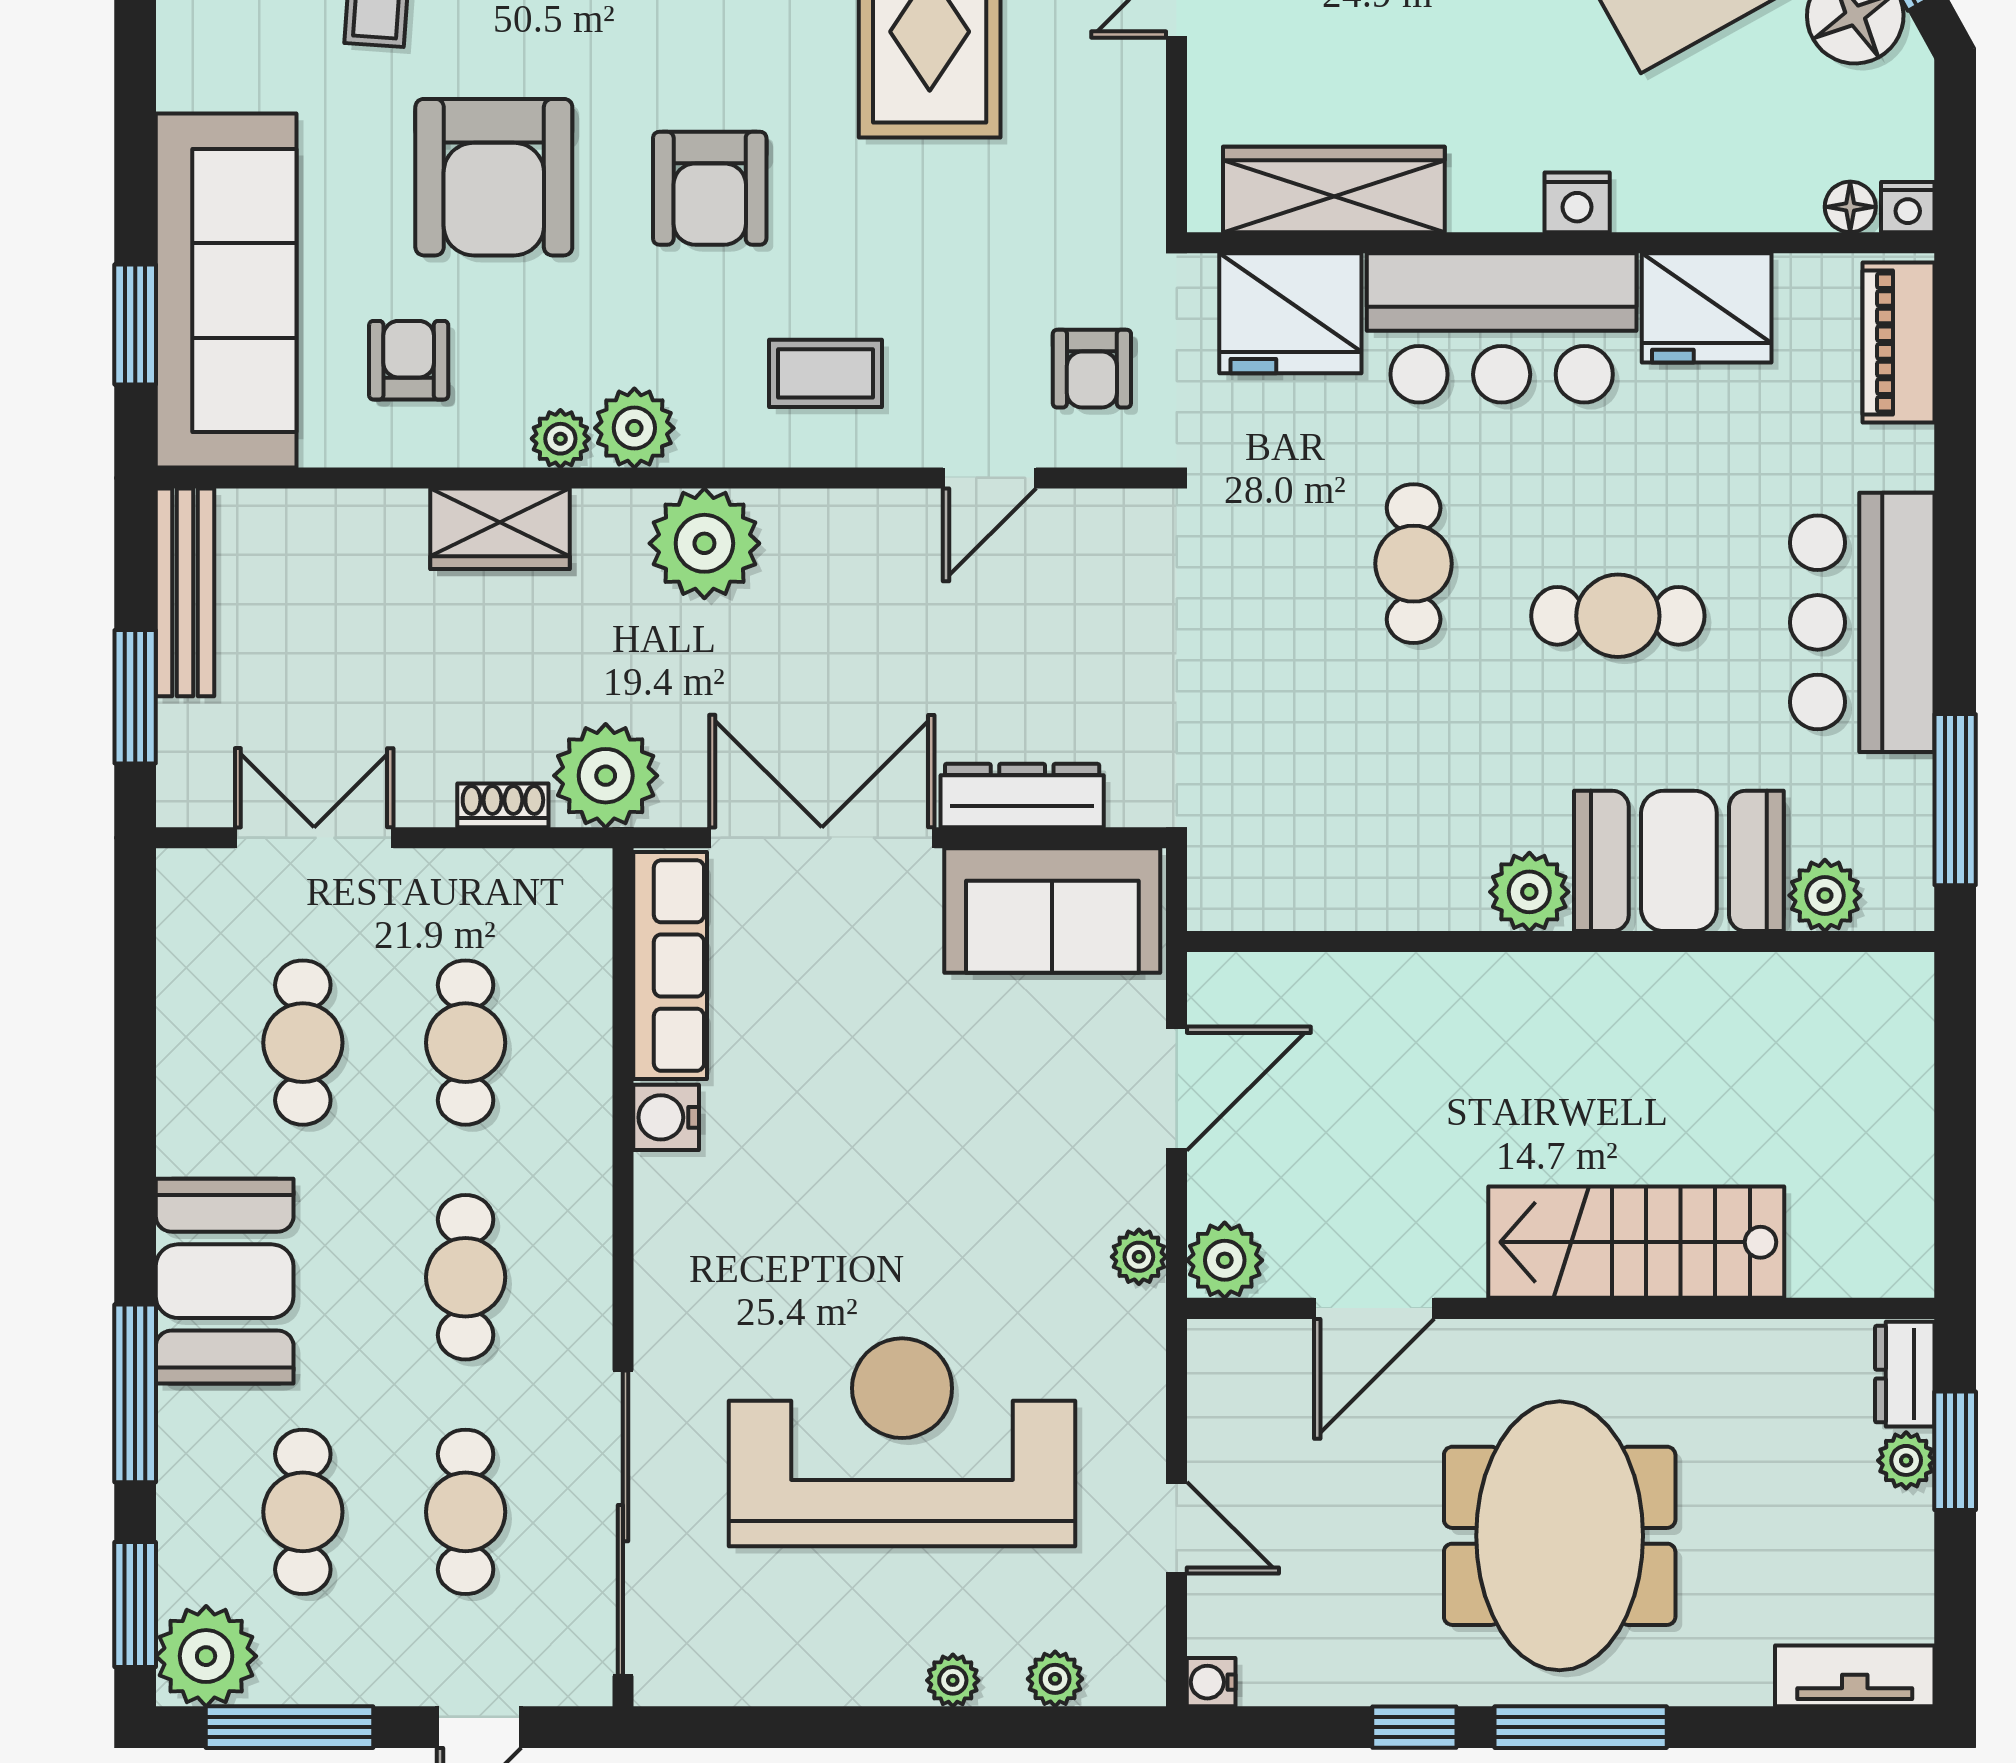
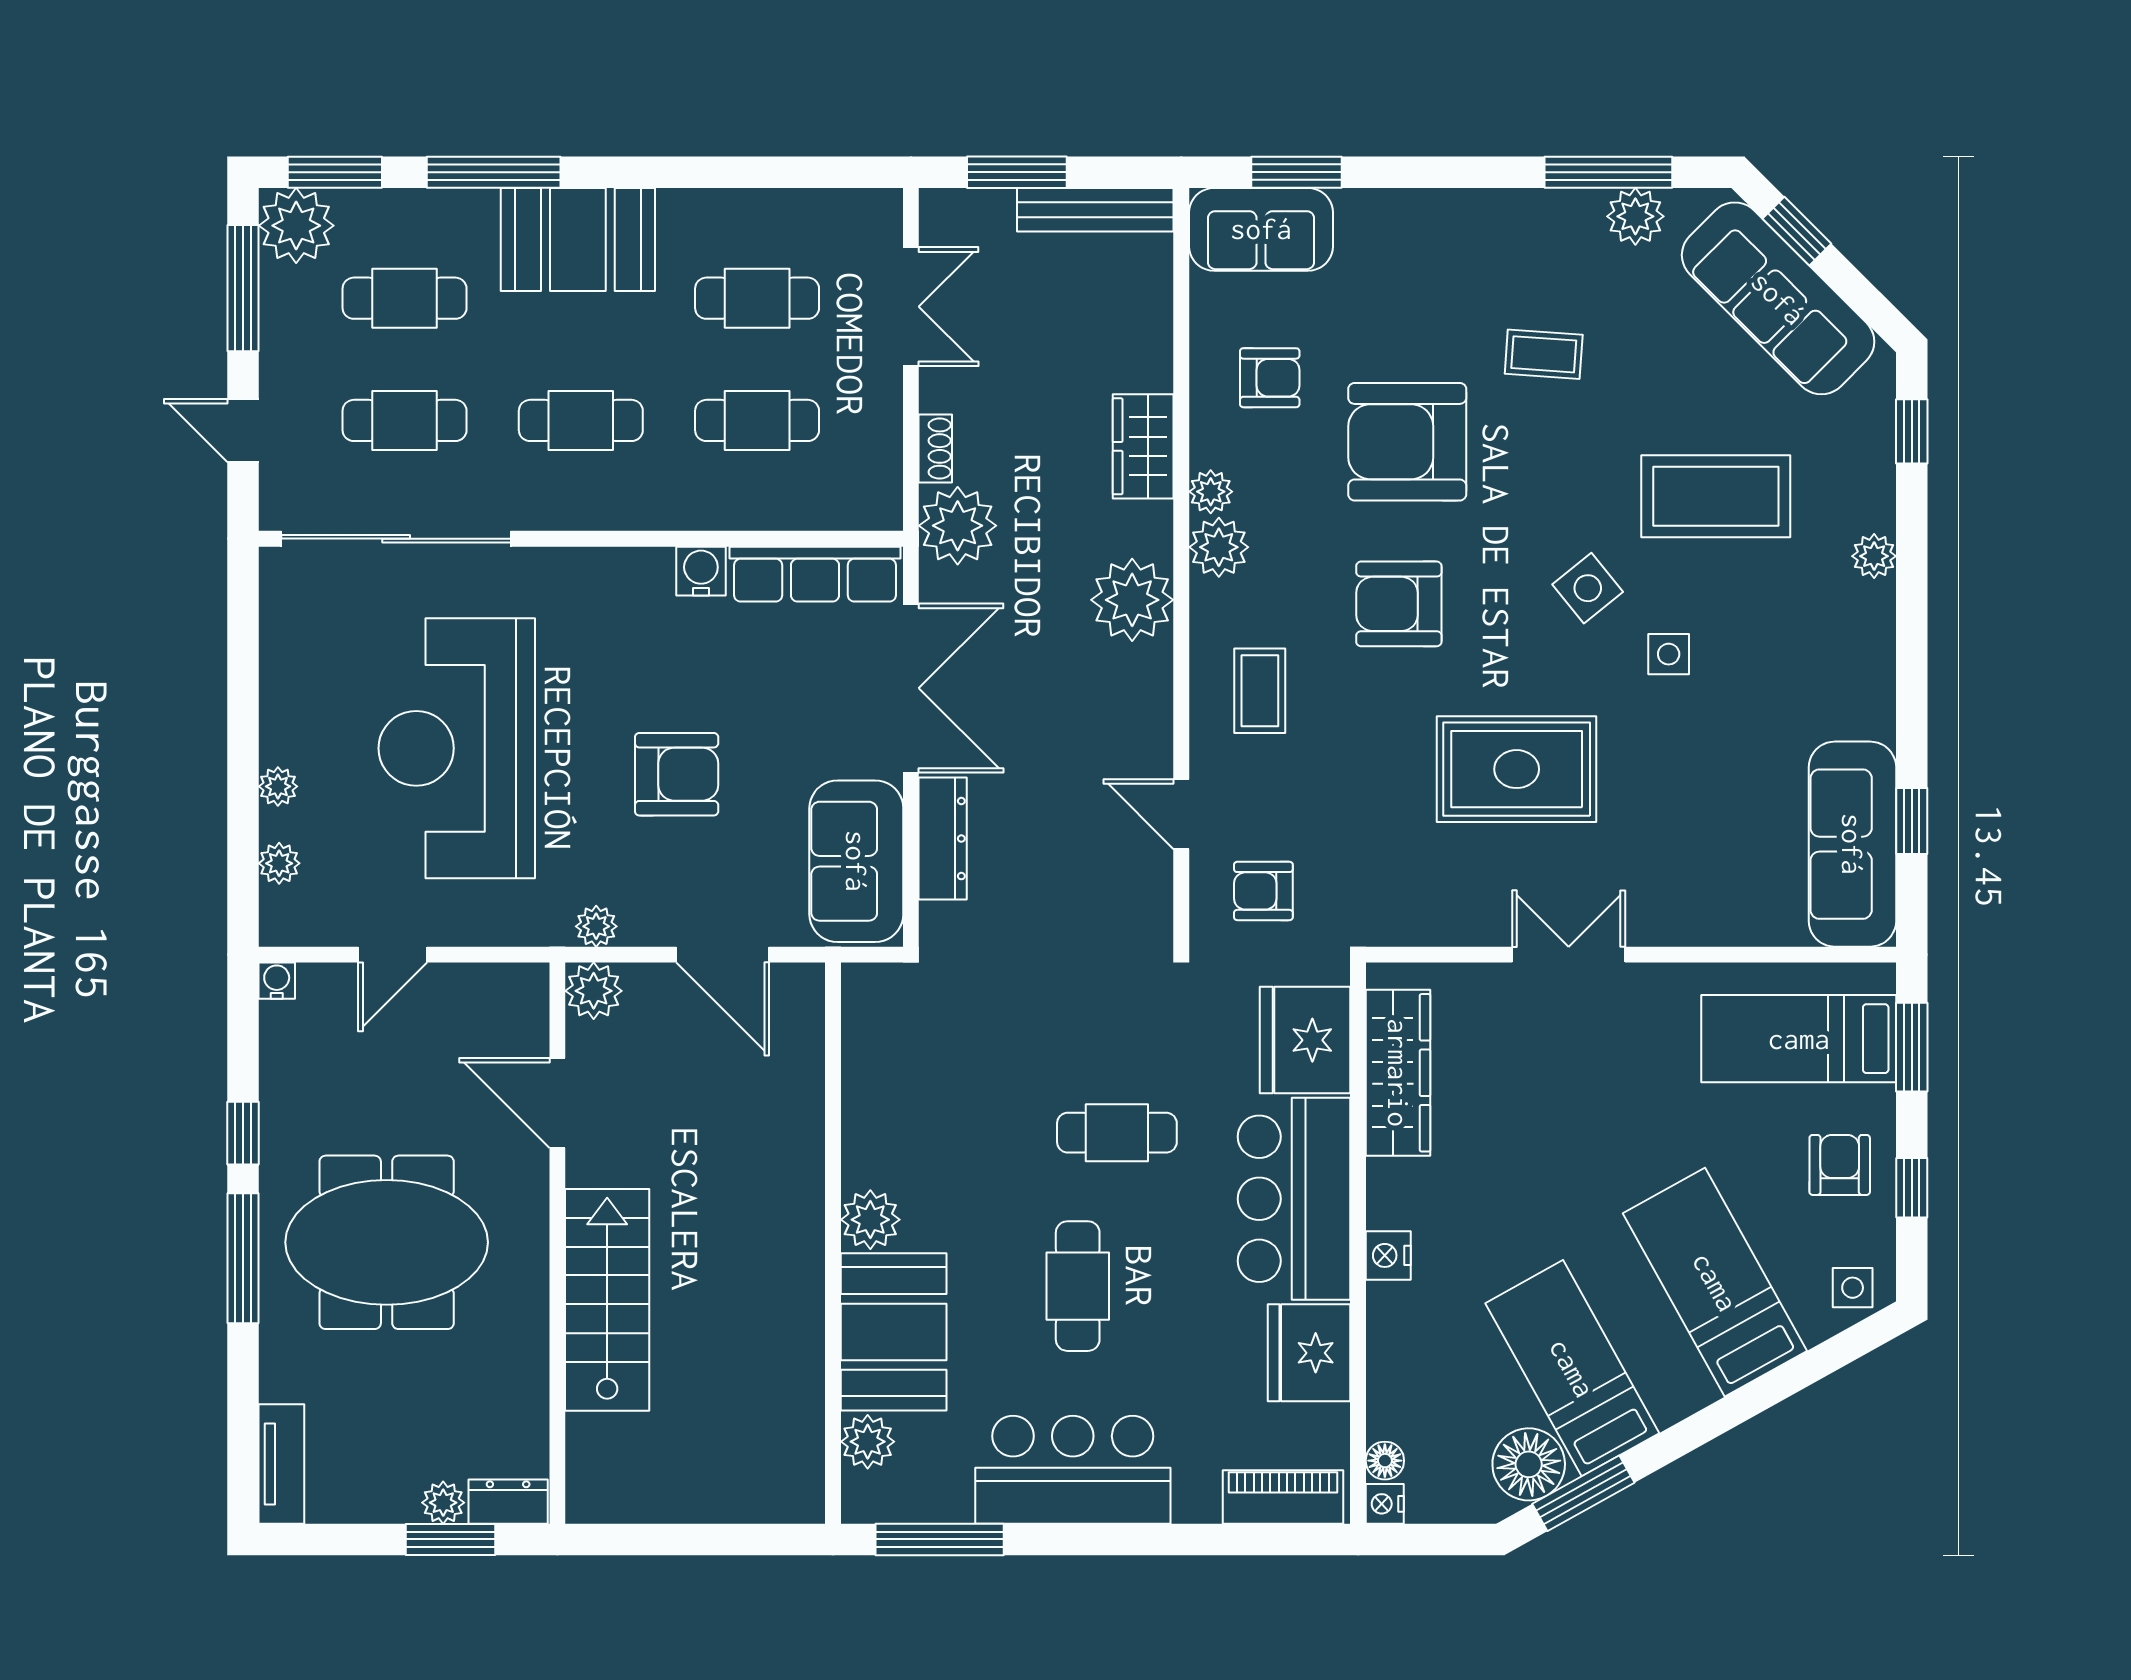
sofa: (226, 290) -> (1261, 229), width x0.54, depth x0.79
armchair: (936, 1150) -> (677, 774), added
reception desk: (902, 1442) -> (457, 748), turned 180

